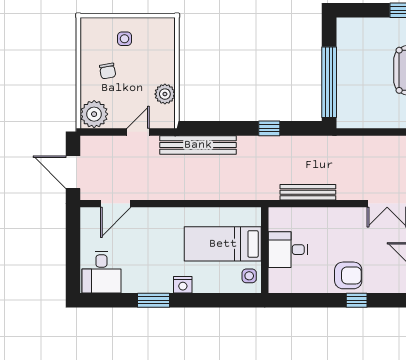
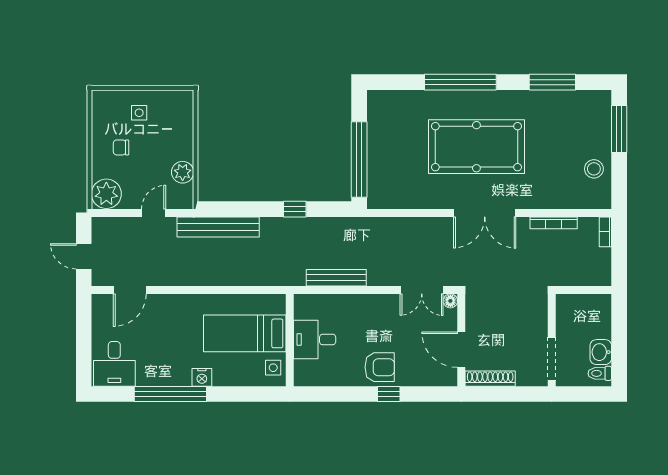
chair: (108, 71) -> (121, 147), turned 100
door: (73, 172) -> (84, 256), width x0.73
window: (154, 300) -> (170, 394), width x2.11

